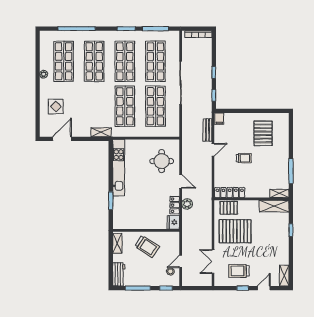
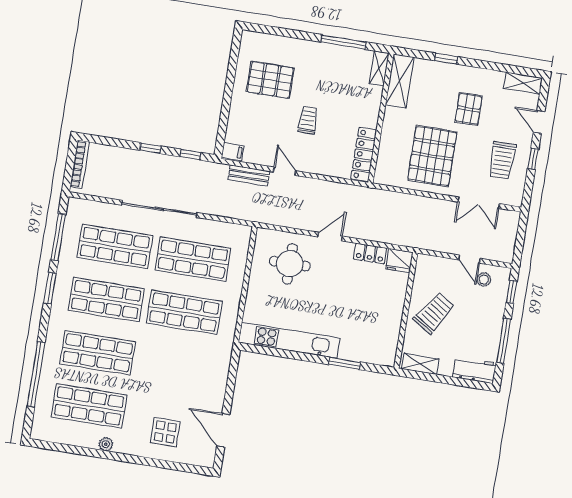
shelving: (101, 132) -> (223, 361), removed
plant: (187, 204) -> (371, 232), removed
pallet: (229, 208) -> (469, 109), moved

